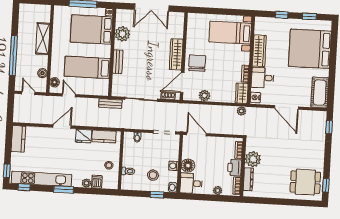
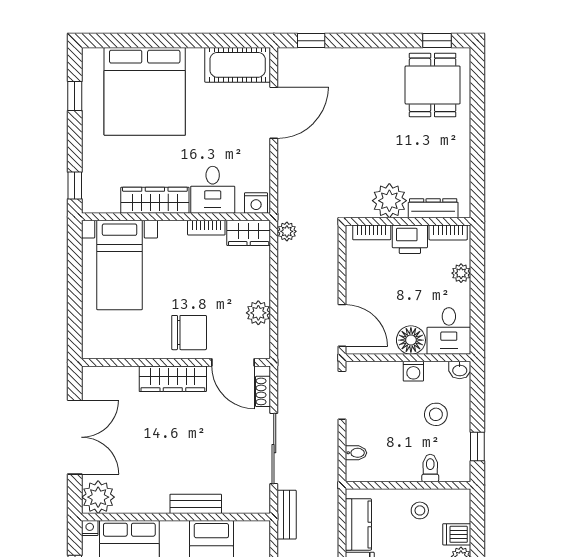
window: (282, 15) -> (75, 185), moved
plant: (122, 34) -> (98, 497), moved
chair: (197, 63) -> (189, 333), turned 180
door: (286, 107) -> (274, 113), moved
door: (196, 134) -> (342, 325), swing flipped
window: (157, 195) -> (477, 447), moved

